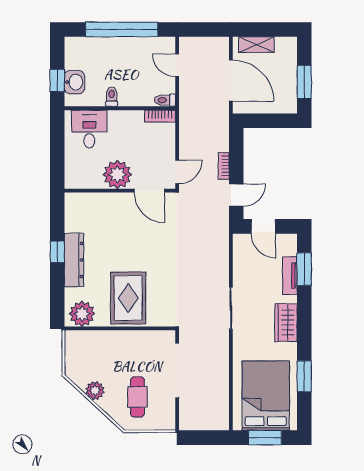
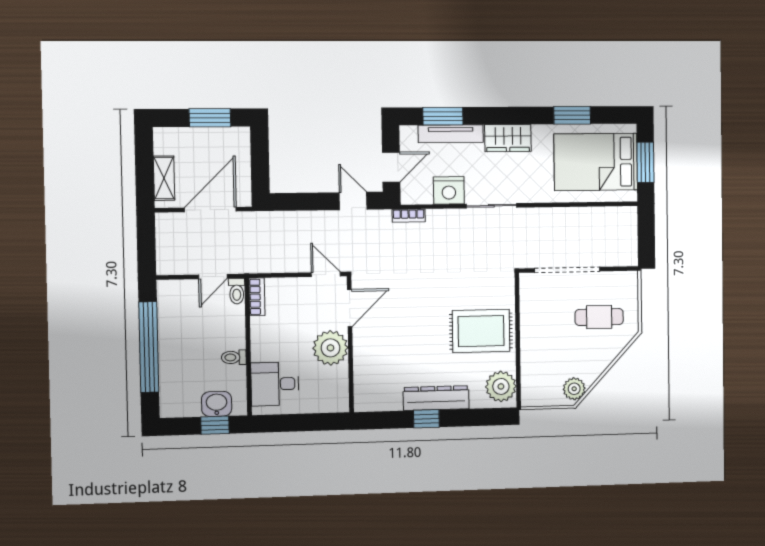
door: (177, 65) -> (213, 277), moved
bookcase: (224, 166) -> (409, 216), moved
nightstand: (244, 273) -> (449, 190), added
tv unit: (290, 276) -> (451, 134), width x1.41
plant: (95, 391) -> (574, 389), moved

